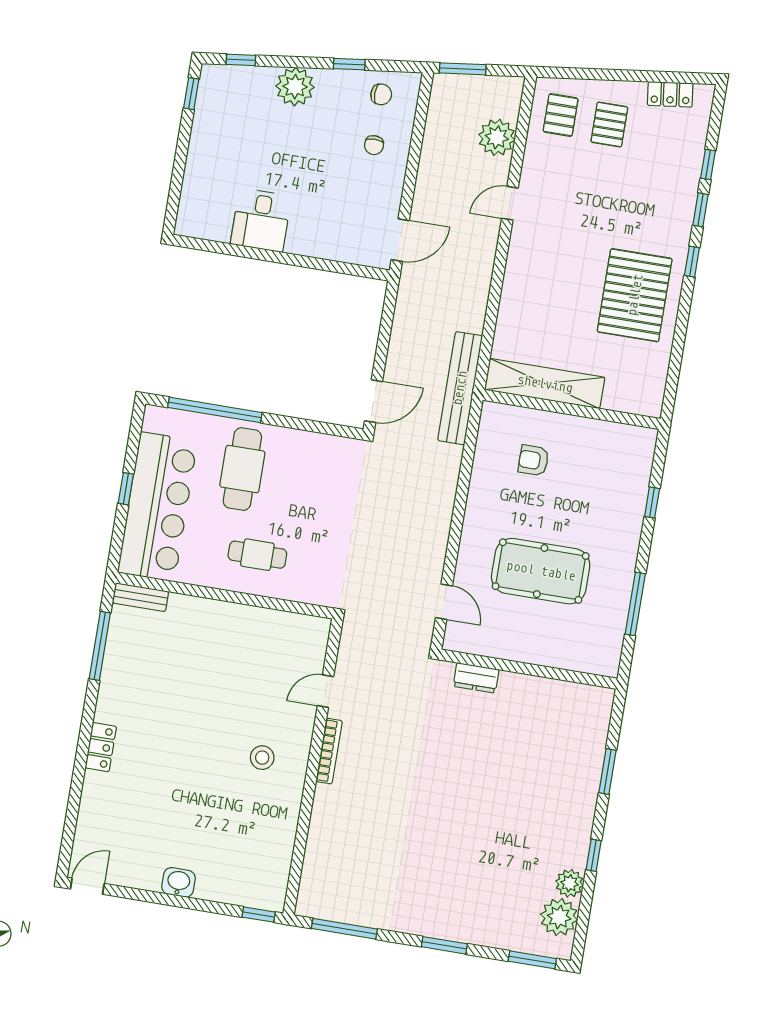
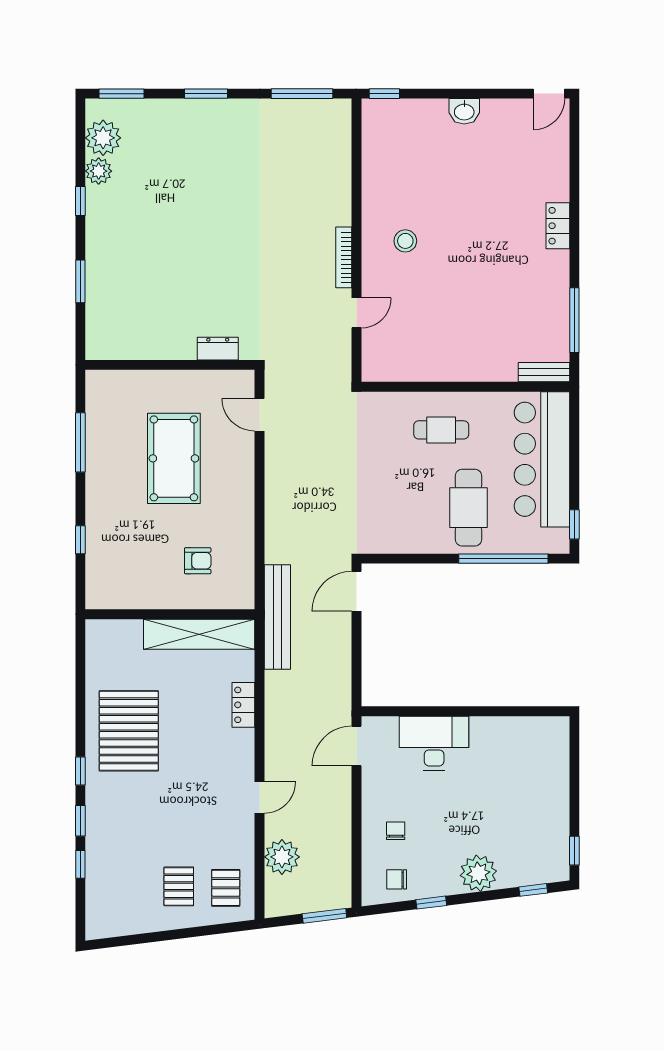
locker: (670, 94) -> (243, 705), moved, turned -83
desk: (261, 220) -> (434, 743), moved, width x1.37
window: (126, 489) -> (574, 524), moved
pool table: (541, 571) -> (174, 458), turned 90

